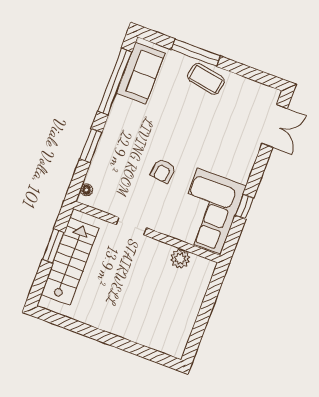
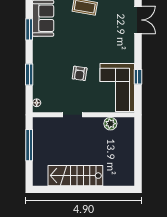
window: (115, 81) -> (29, 29), width x0.47
window: (53, 246) -> (29, 145), width x1.44
stairs: (70, 261) -> (75, 176), moved, turned -90

